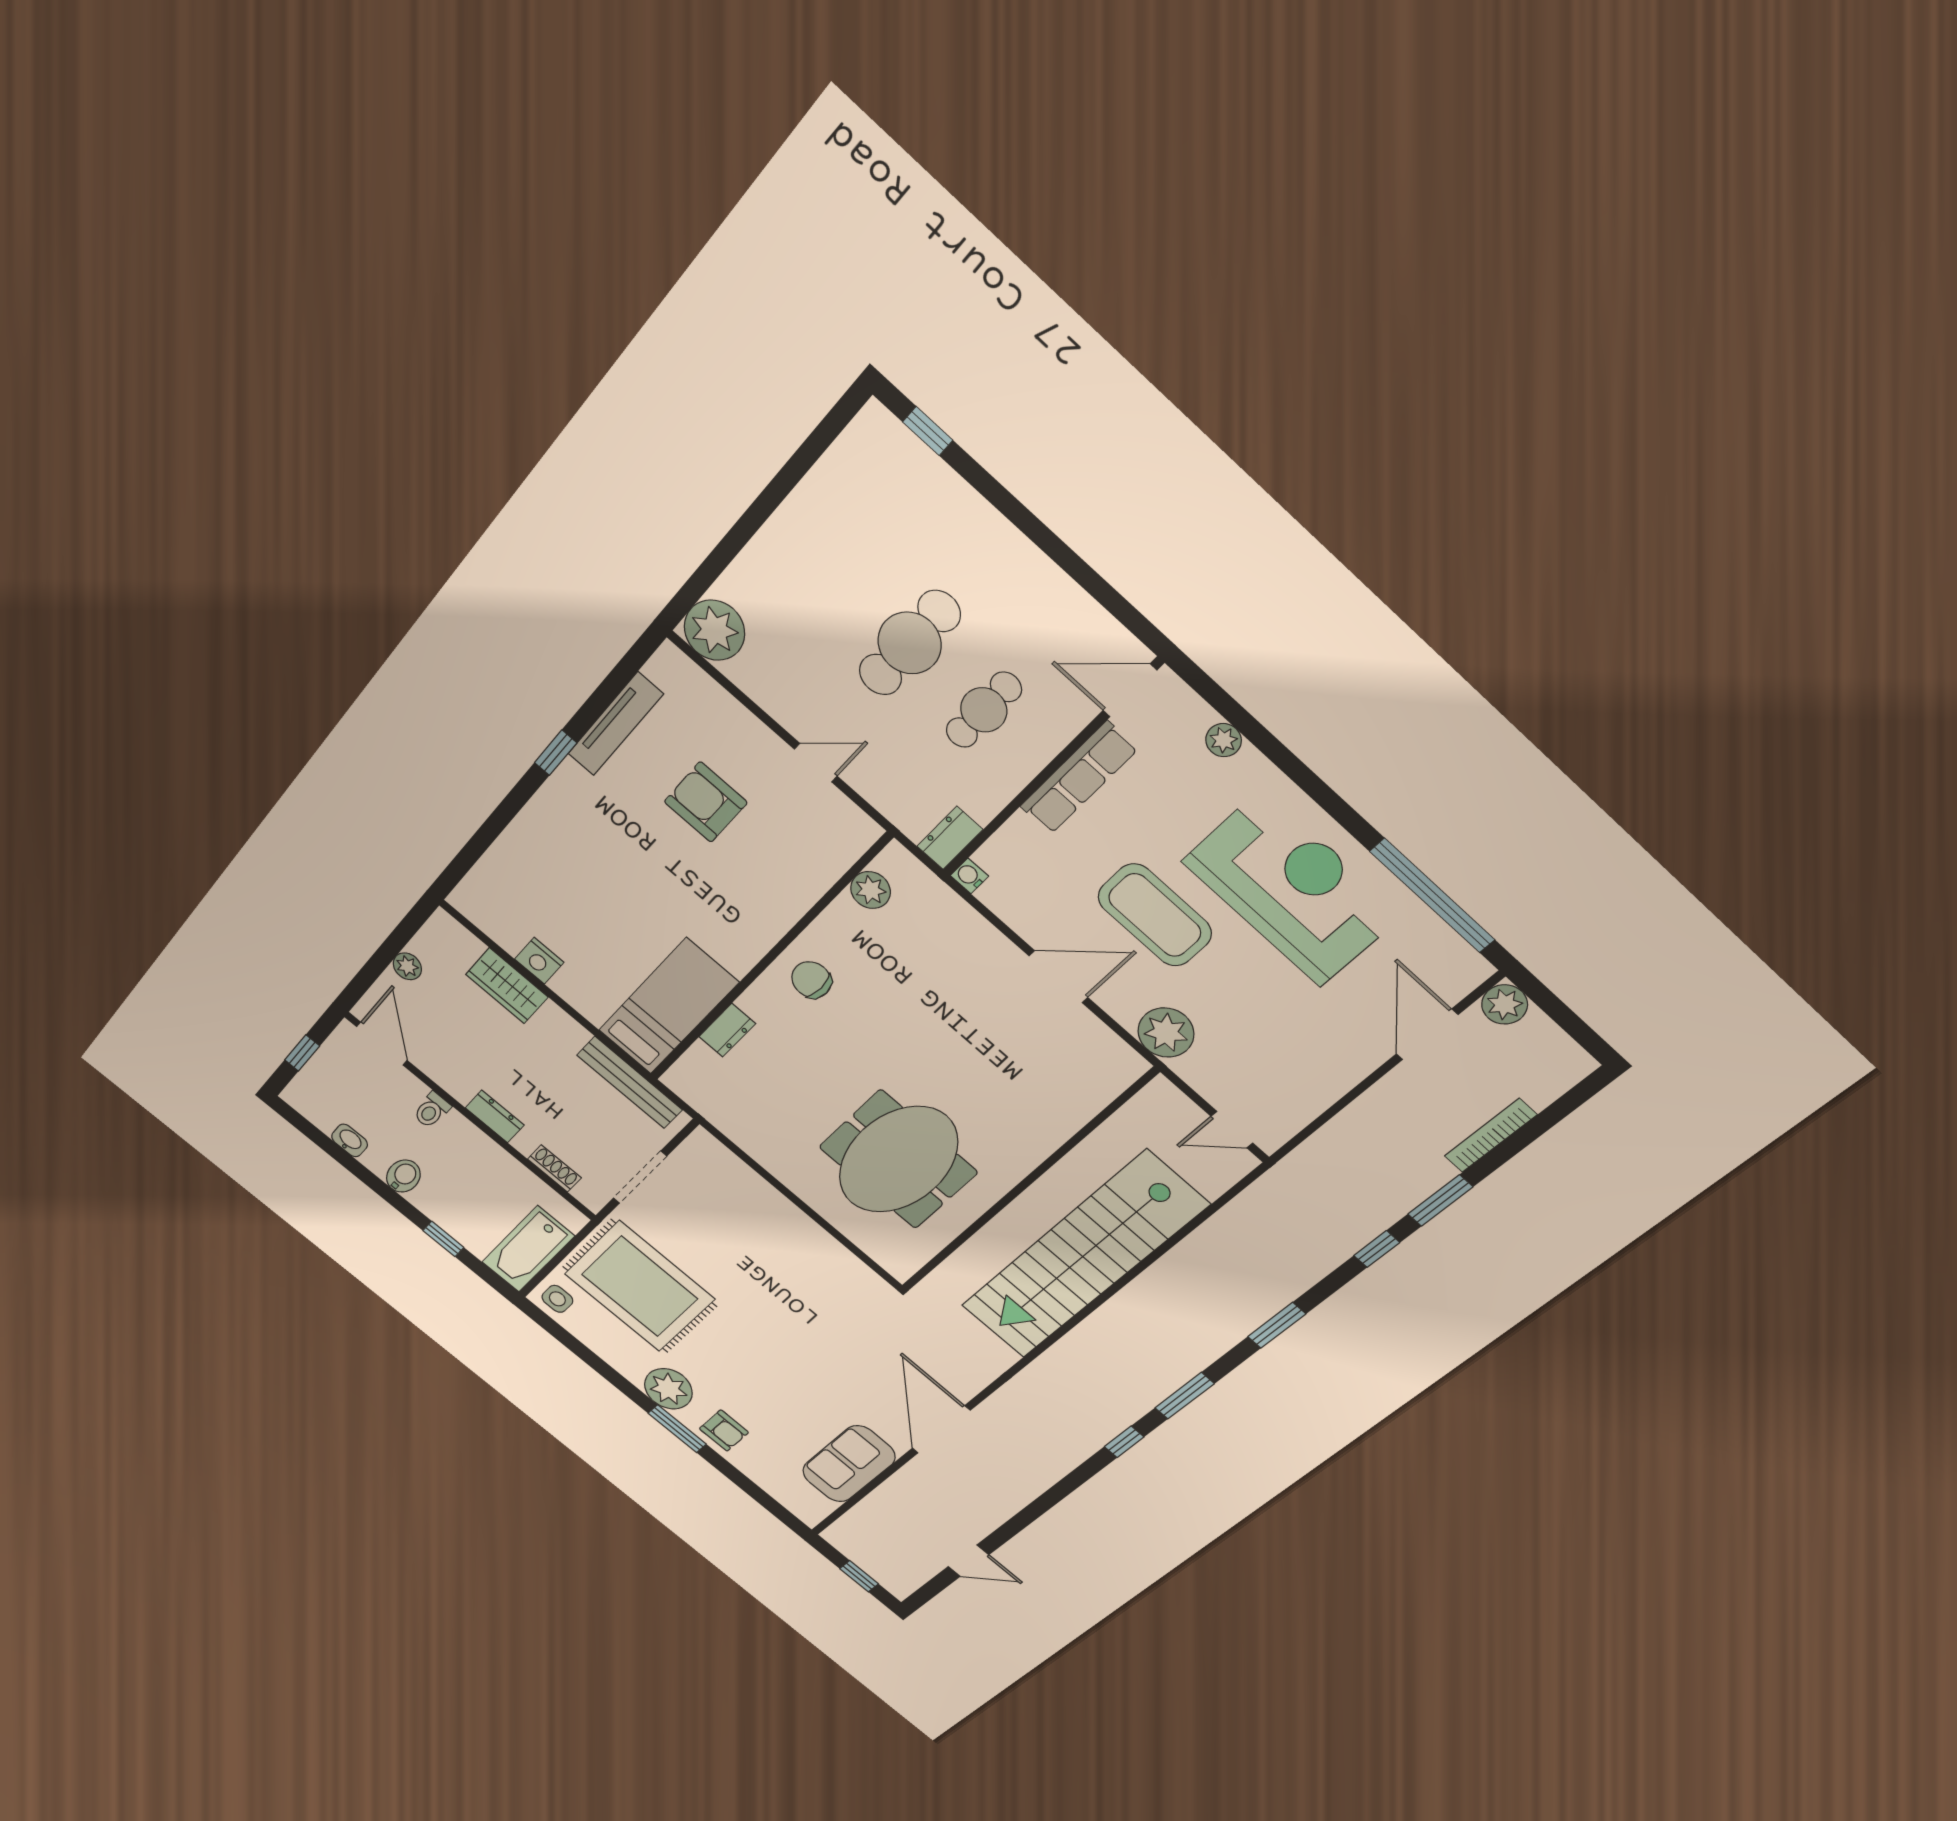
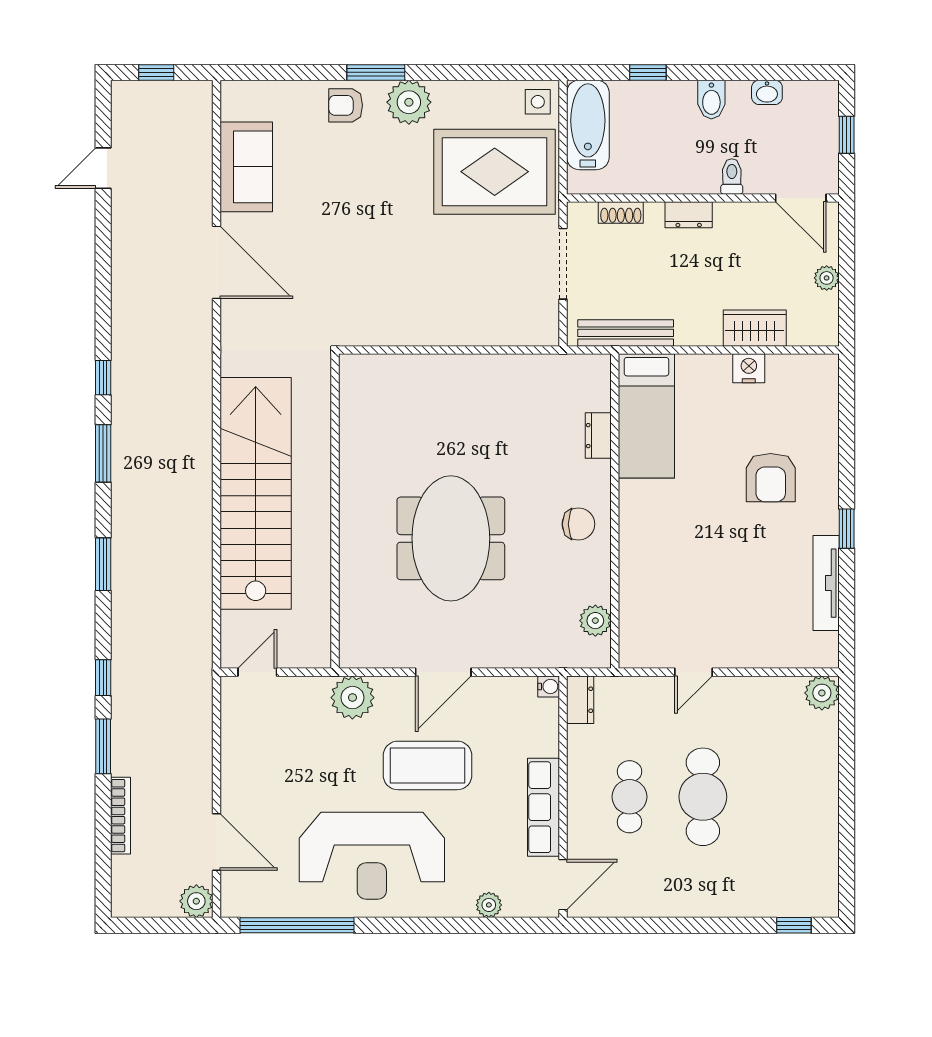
plant: (714, 630) -> (822, 693), width x0.73, depth x0.73
armchair: (706, 802) -> (771, 478), moved, turned 90
meeting table: (898, 1160) -> (451, 538), moved

